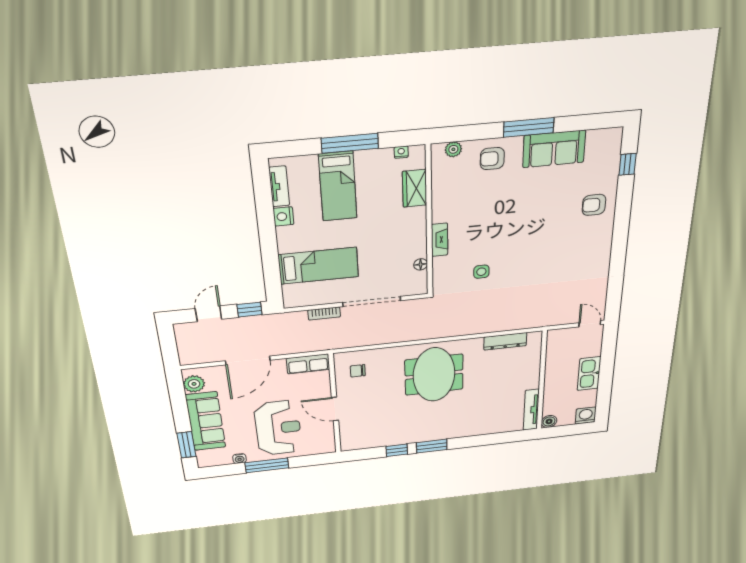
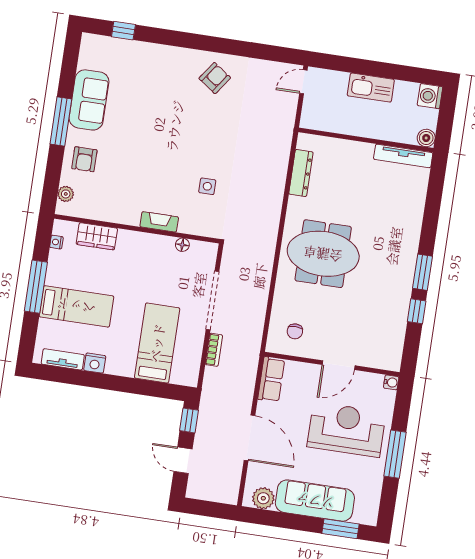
armchair: (594, 205) -> (215, 78), moved, turned -145
water cooler: (239, 459) -> (391, 382), moved

